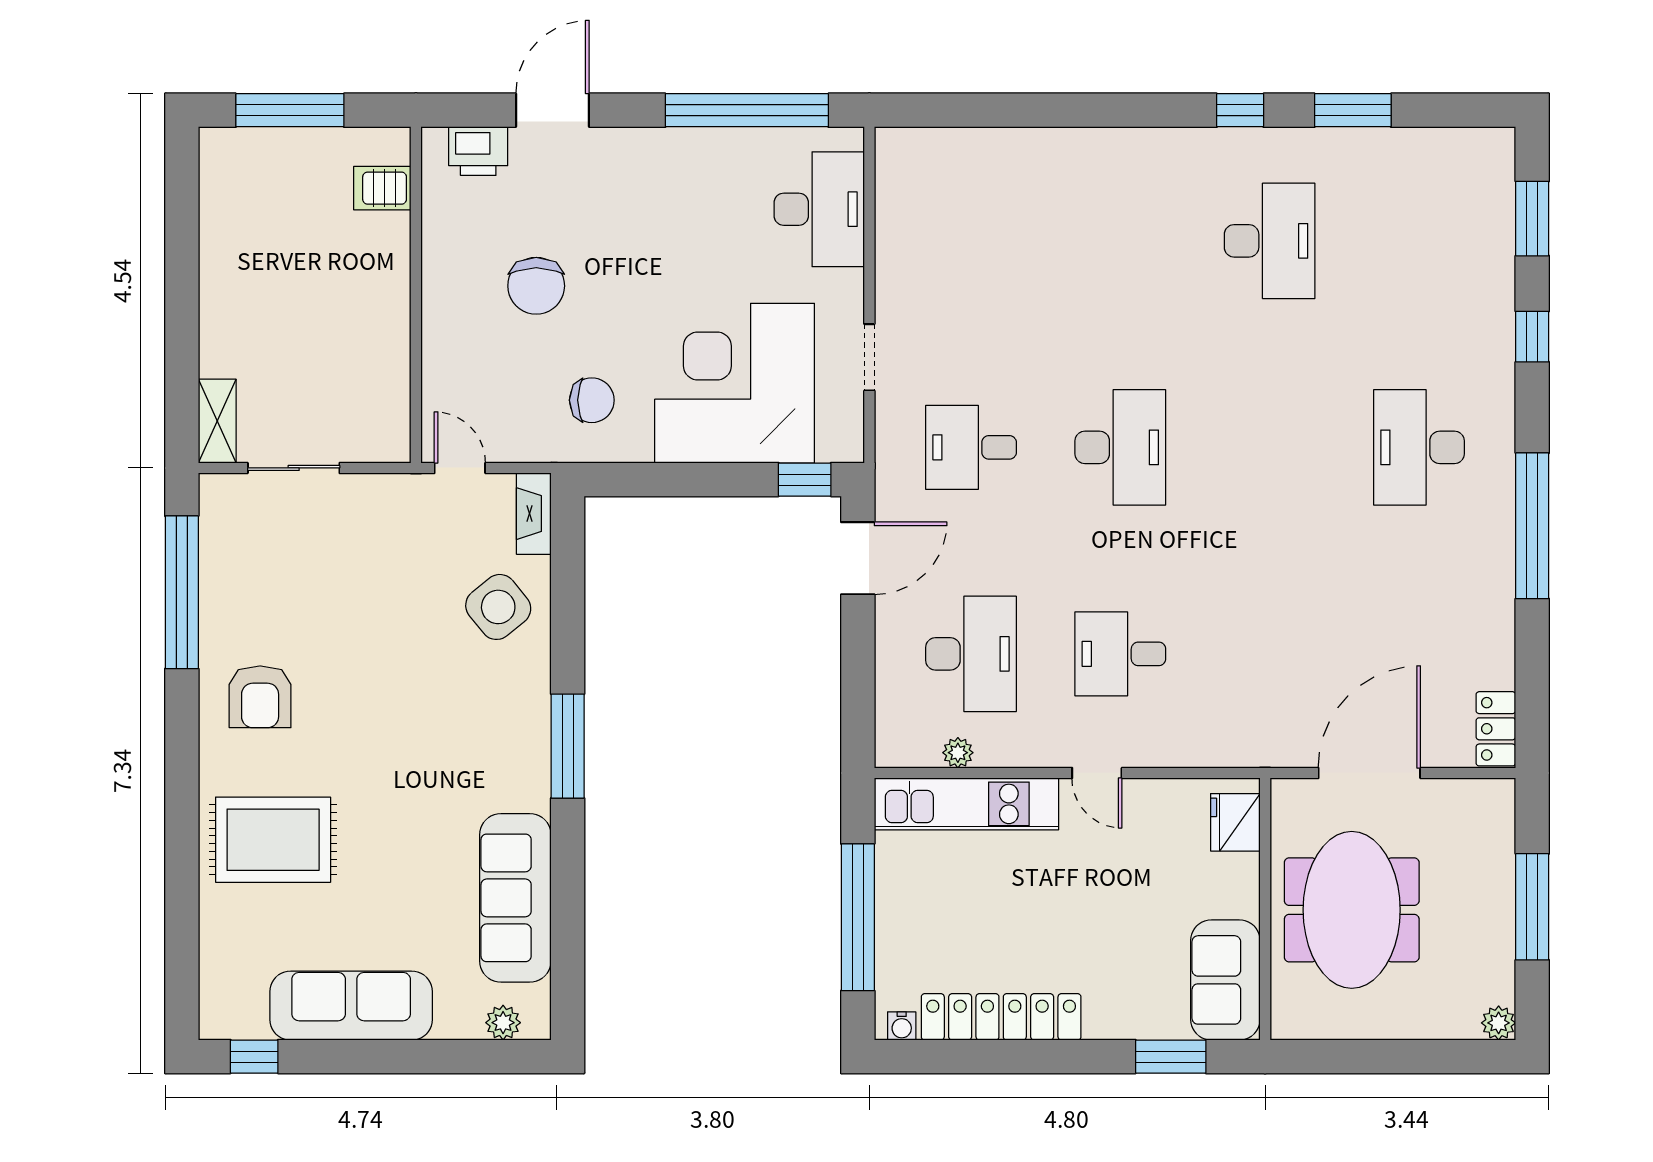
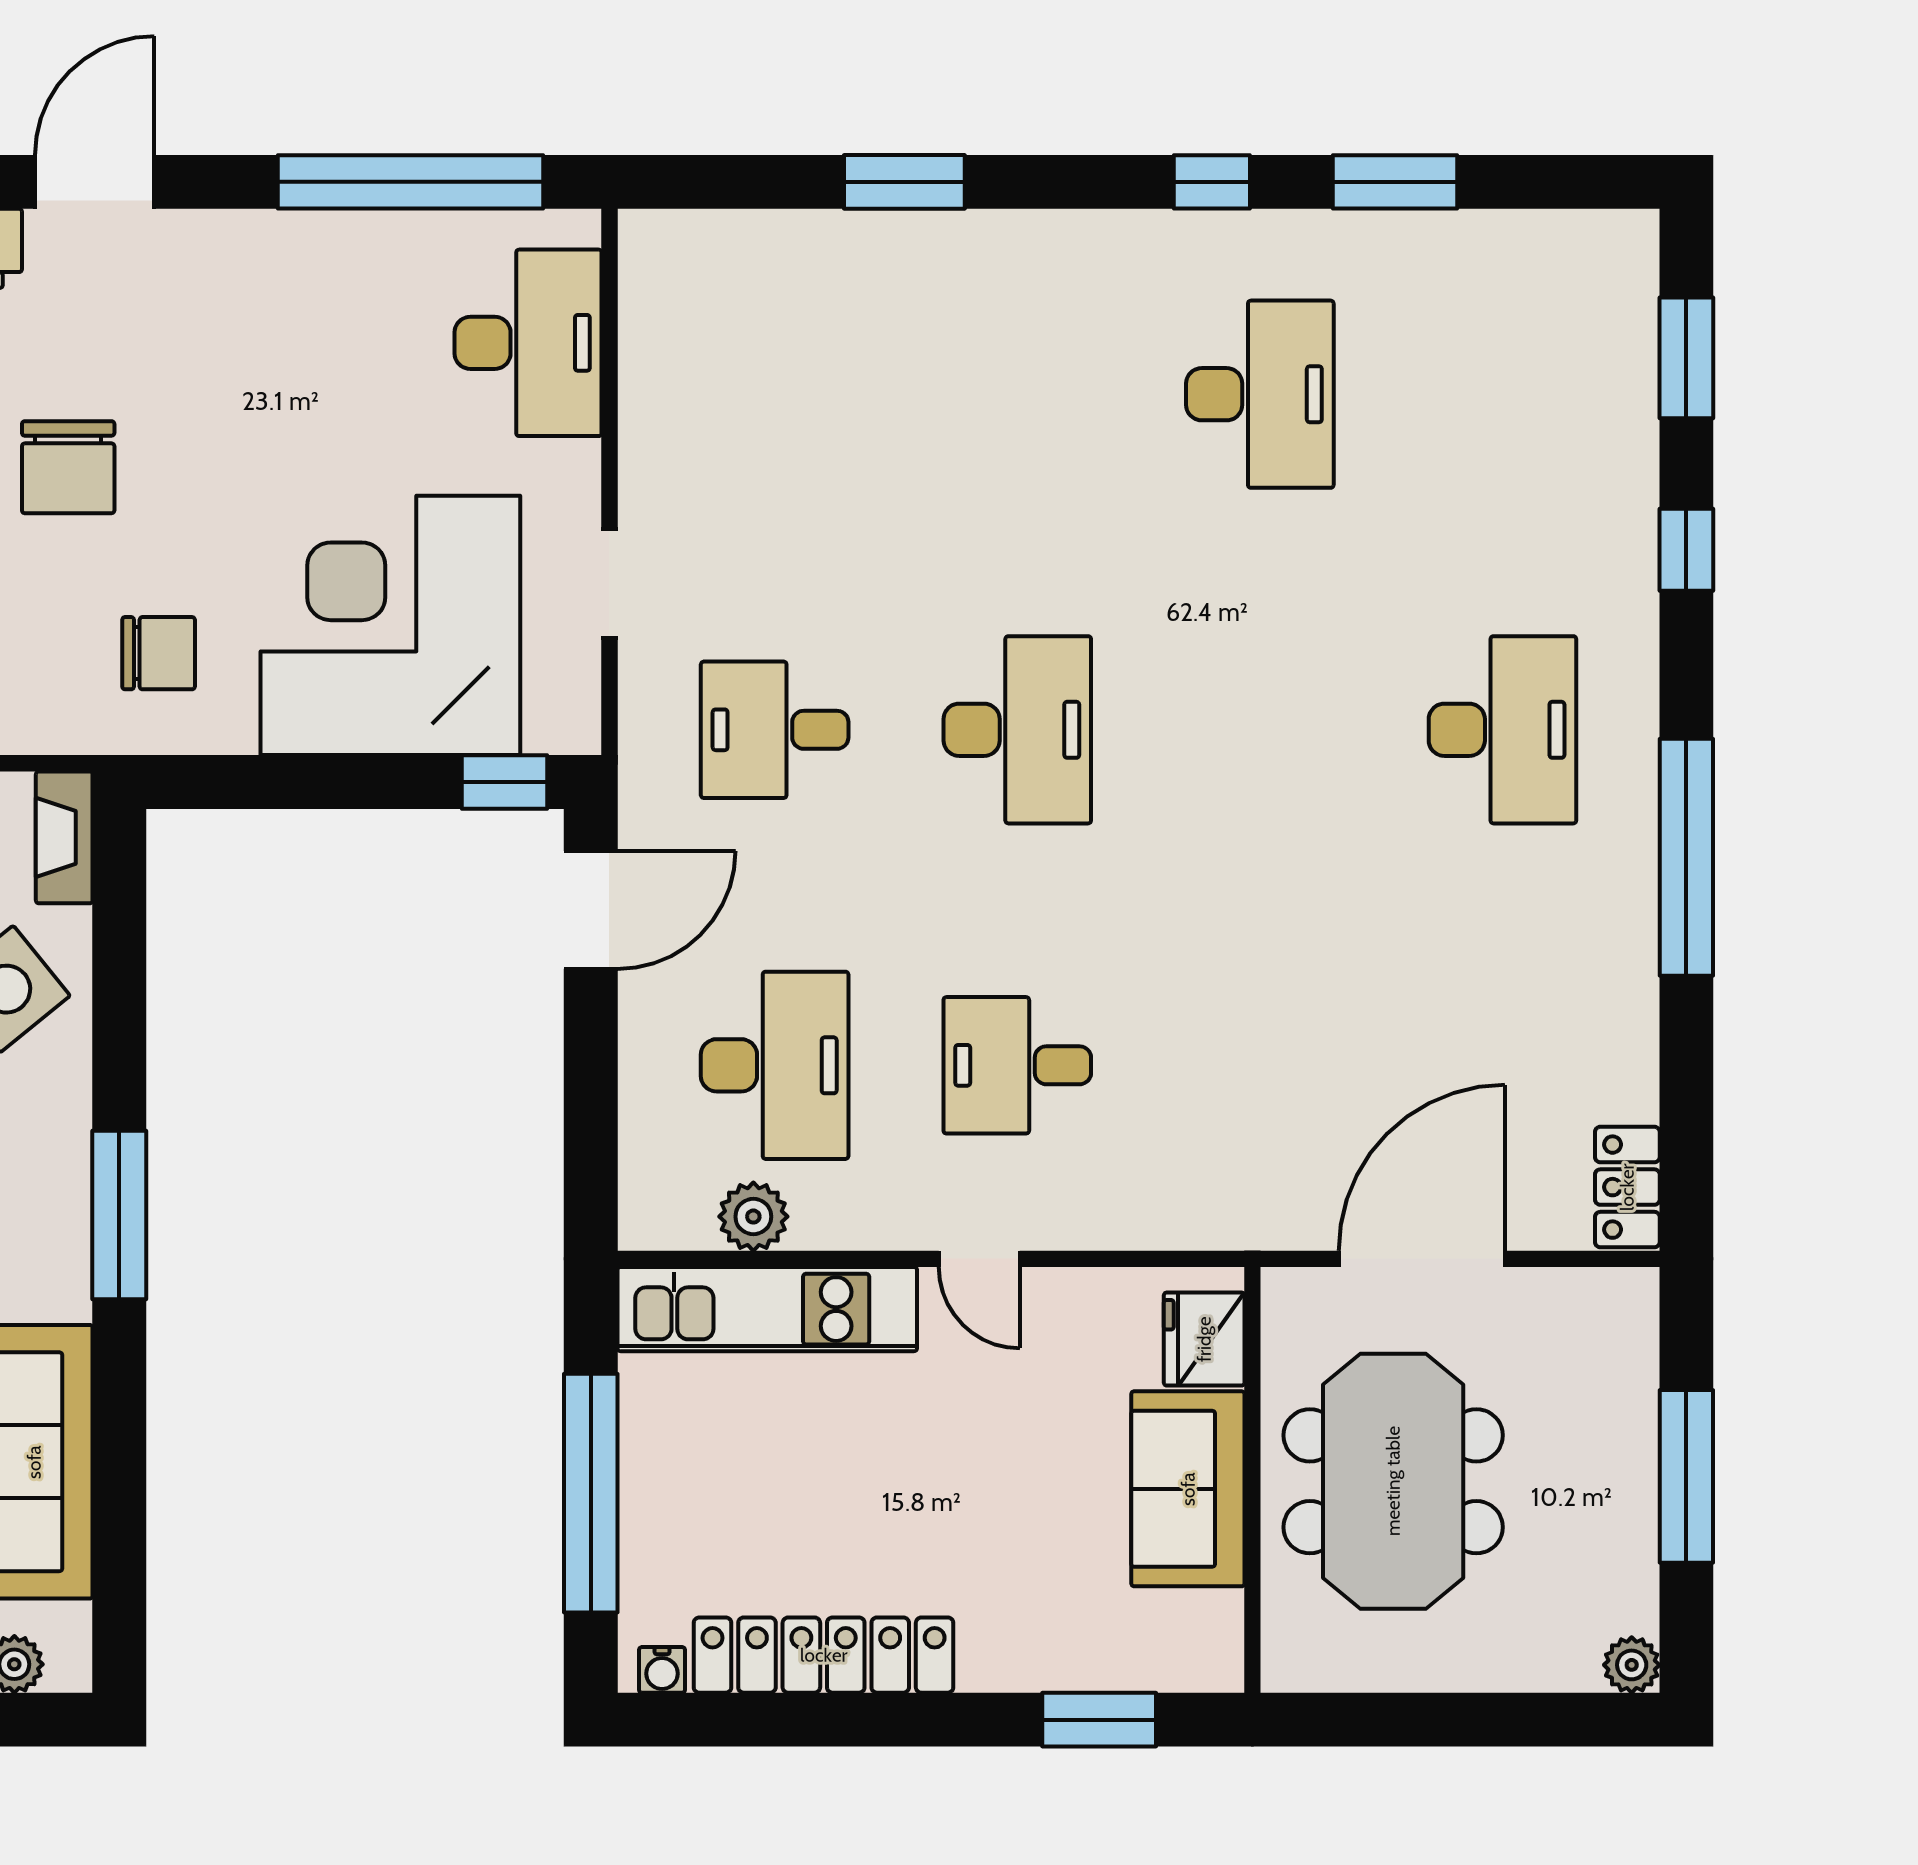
window: (1051, 110) -> (904, 182), added
desk: (1419, 447) -> (1502, 730), turned 180
plant: (958, 753) -> (753, 1217), width x1.38, depth x1.38
sofa: (1225, 980) -> (1188, 1489), moved

